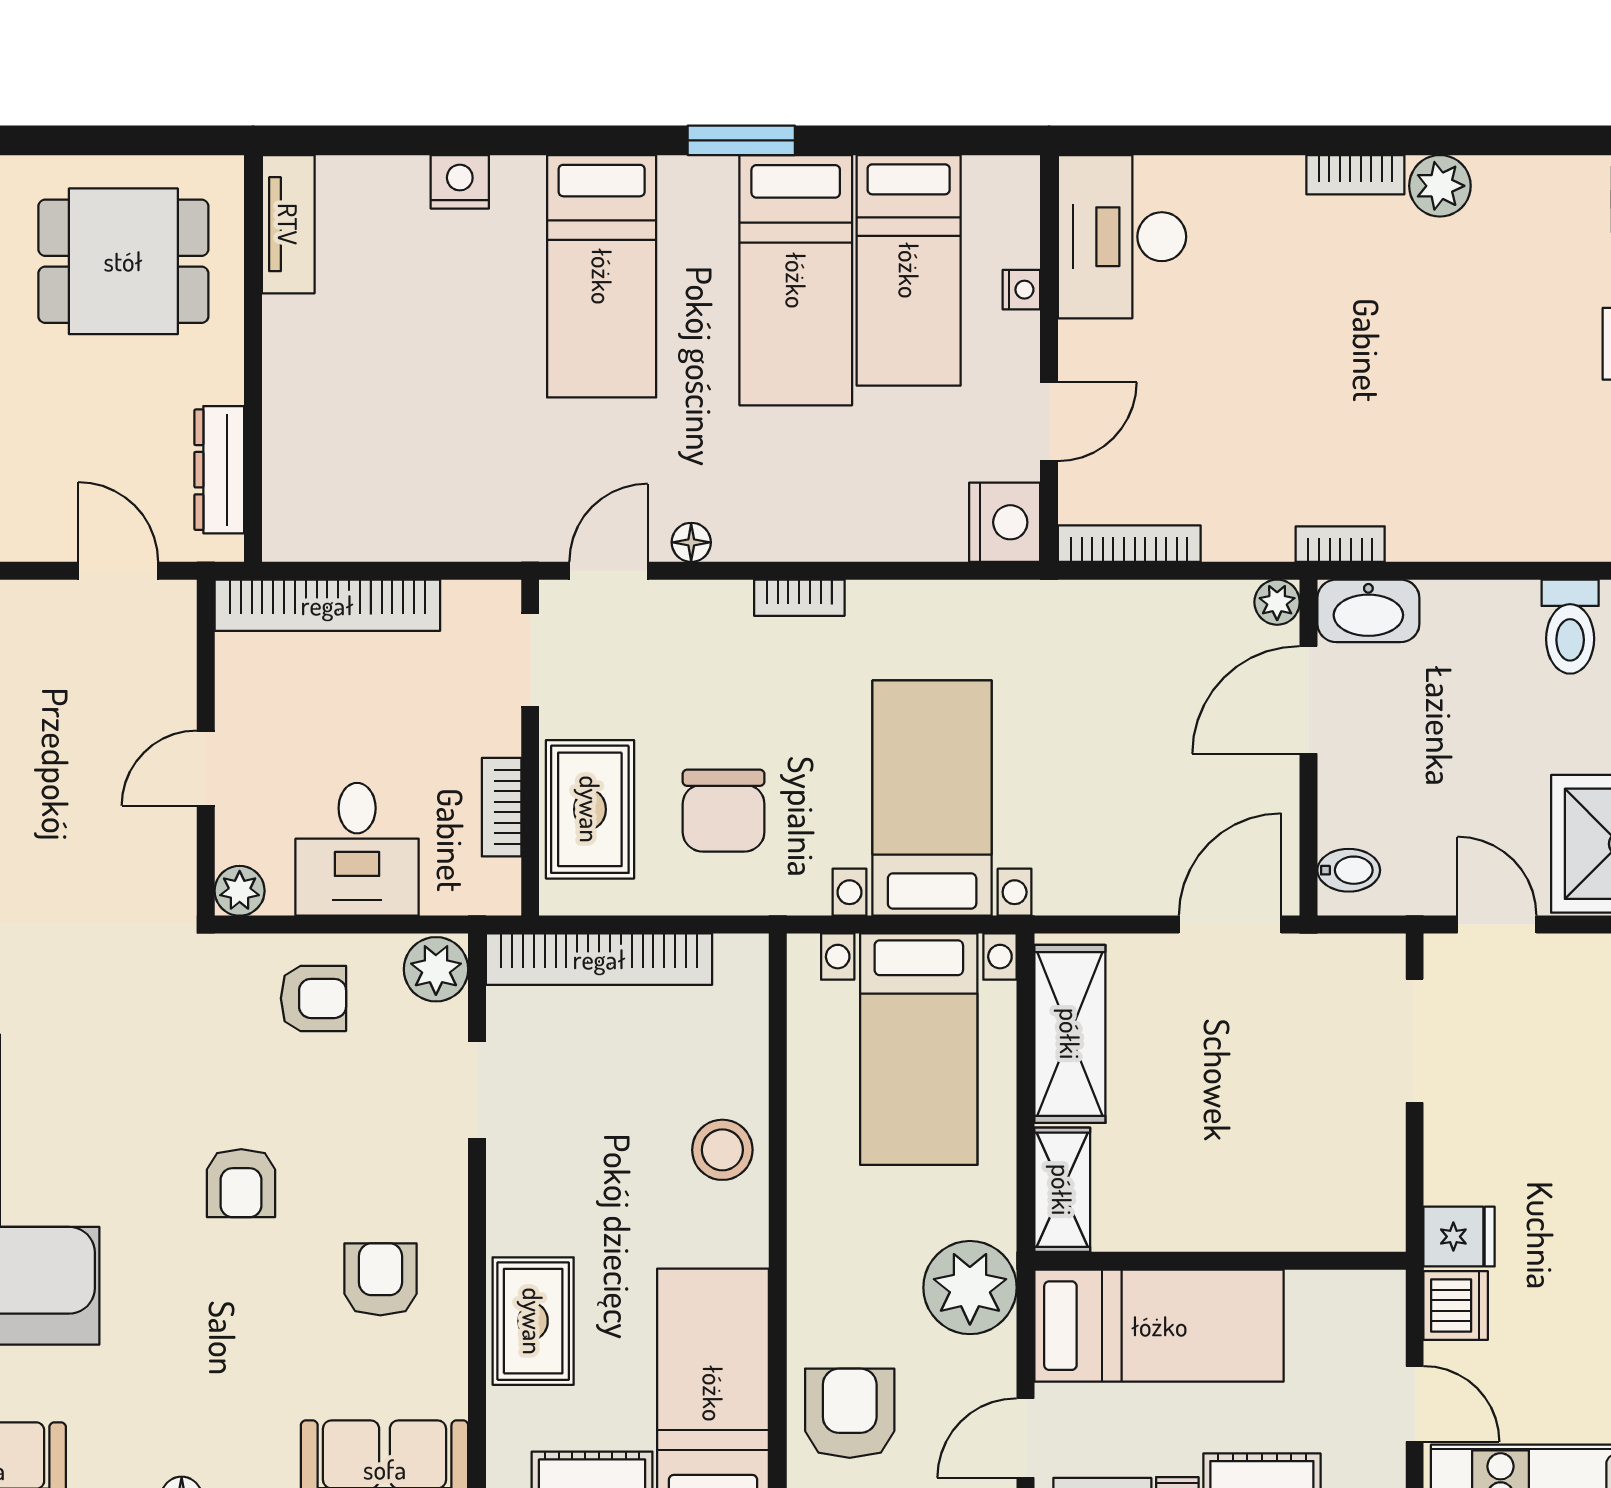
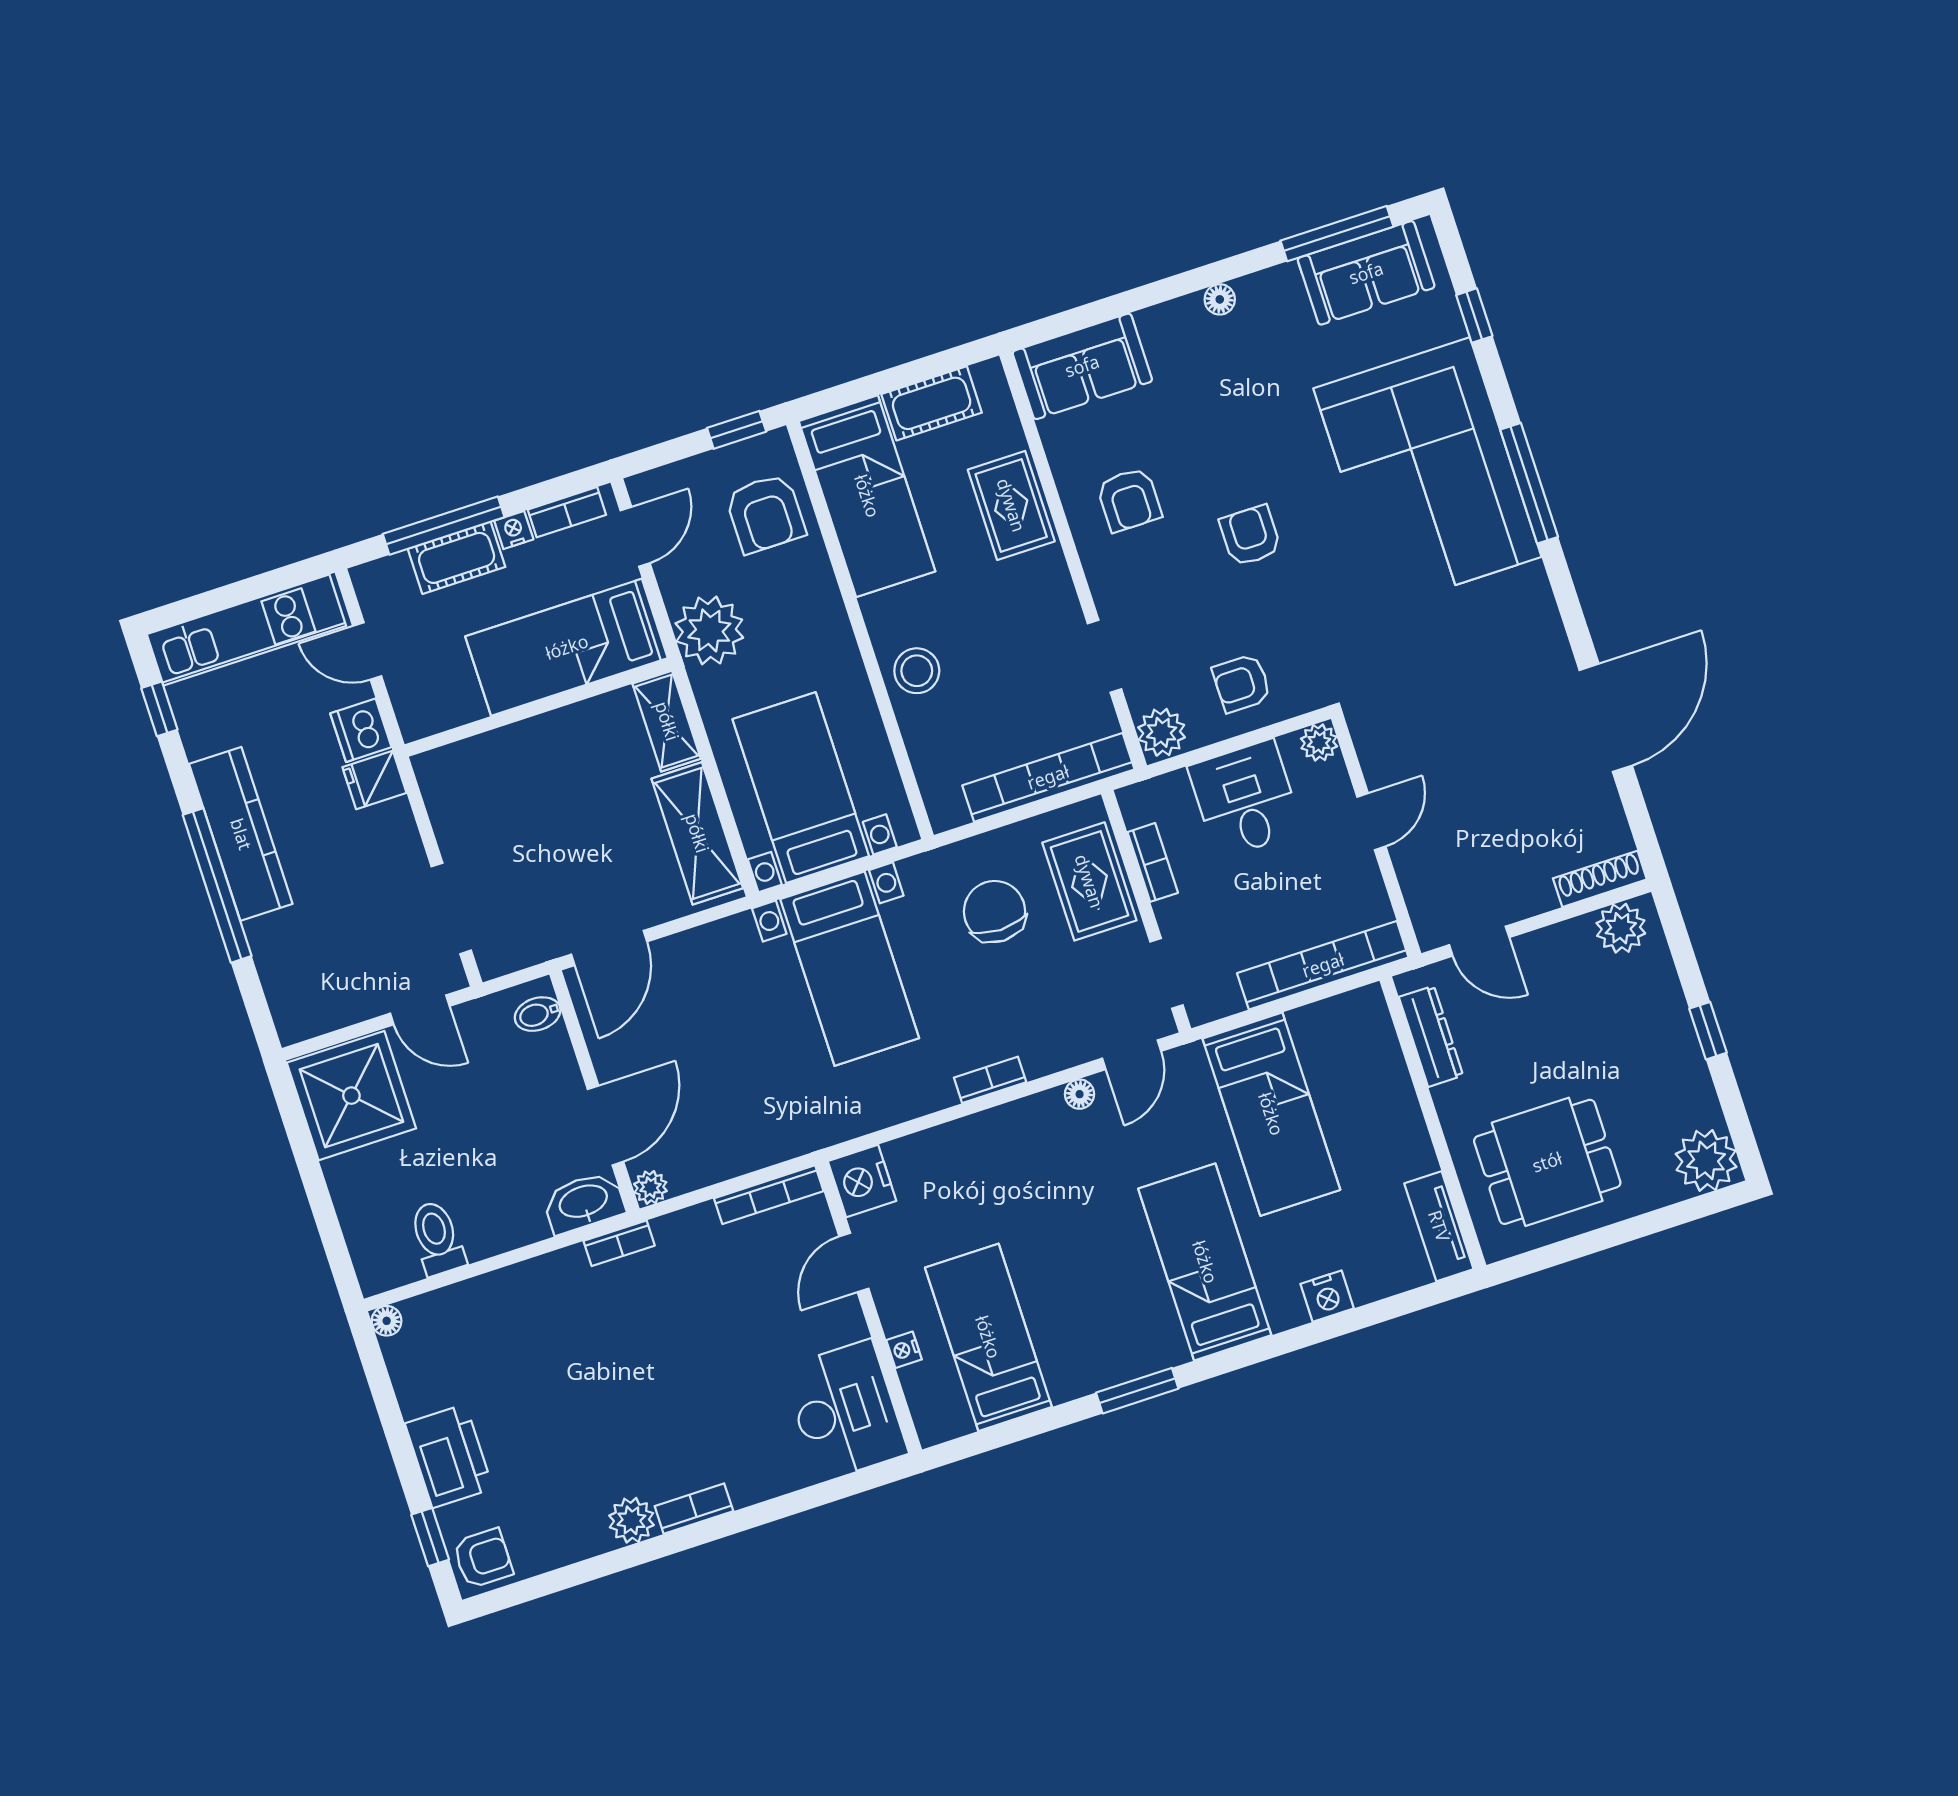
bed: (796, 280) -> (1271, 1114), moved, turned 180

